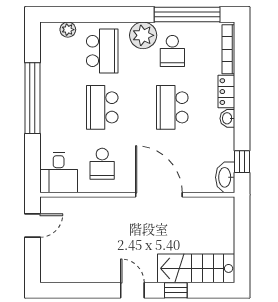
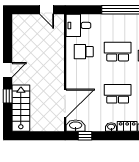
door: (159, 195) -> (65, 103), moved

